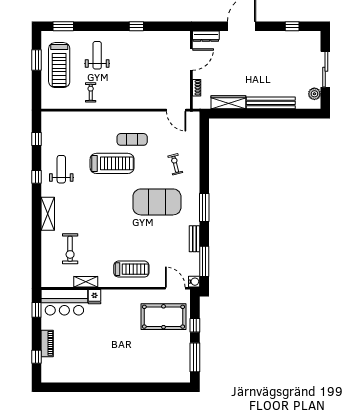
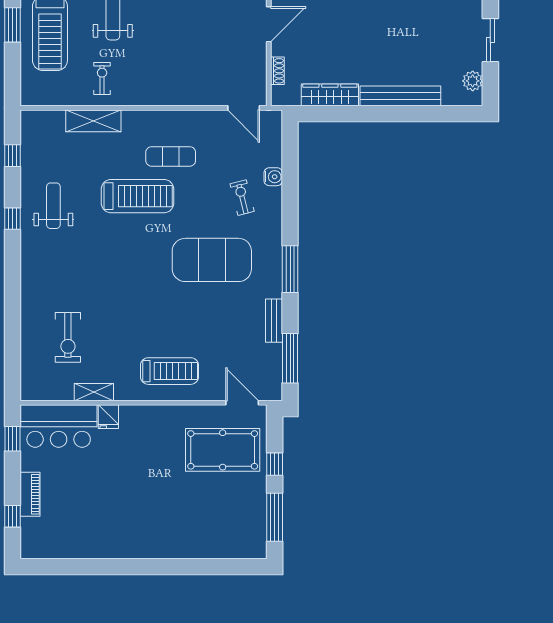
sliding door: (325, 69) -> (490, 40), width x0.73
shelving: (48, 214) -> (93, 121), moved, turned 90
water cooler: (194, 282) -> (273, 177), moved

